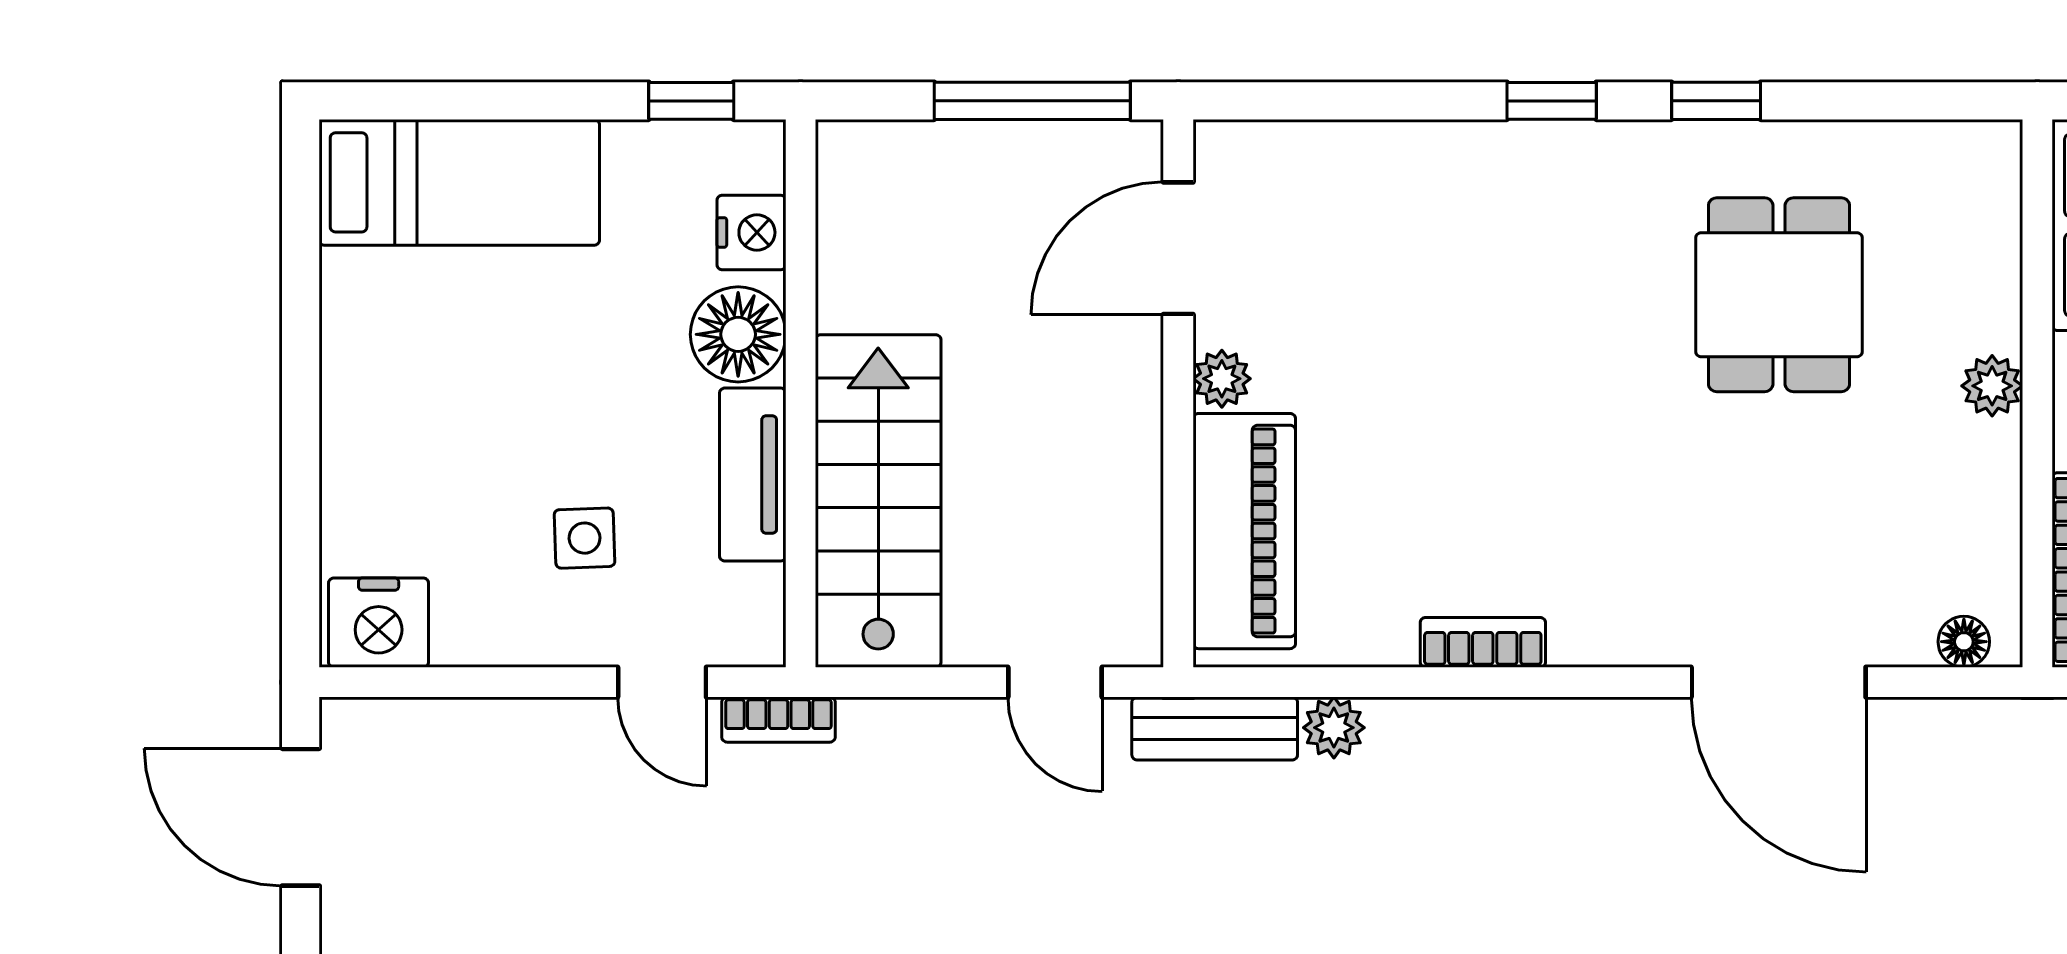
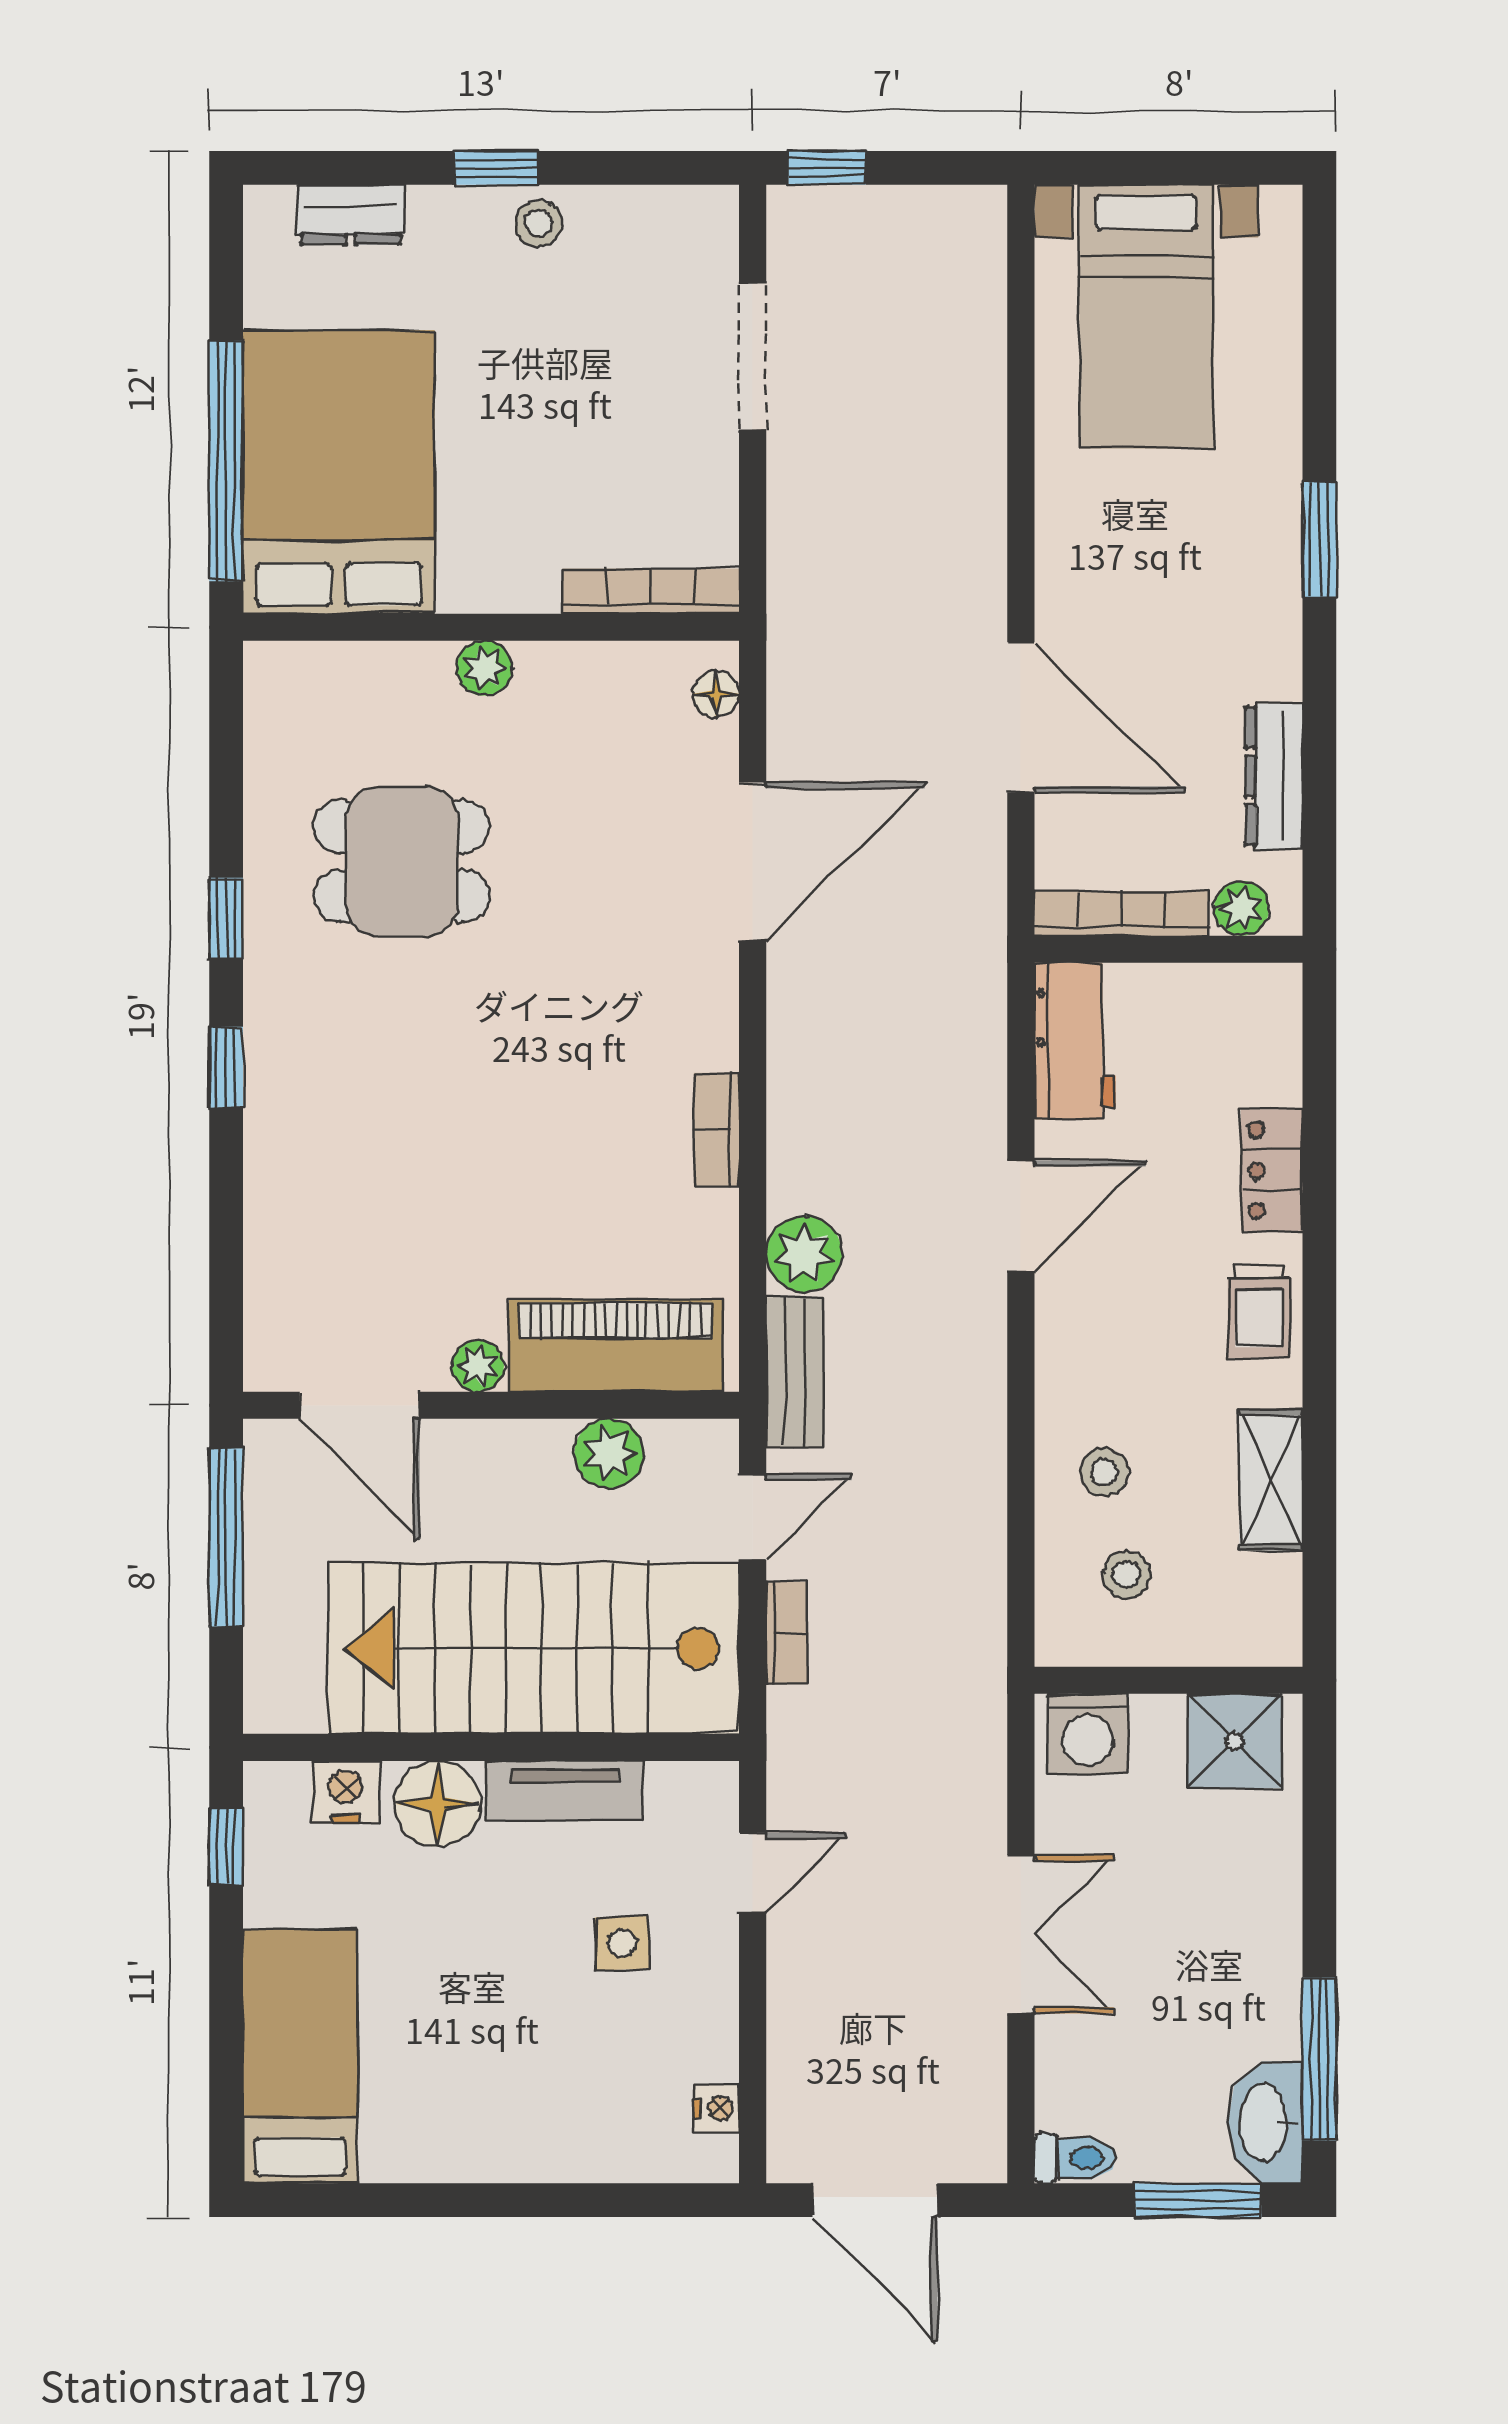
stairs: (878, 501) -> (534, 1648), width x1.36, depth x1.51
plant: (1125, 524) -> (609, 1453), added
nightstand: (379, 623) -> (717, 2108), width x0.53, depth x0.56
bookcase: (778, 720) -> (787, 1633), moved
plant: (1334, 728) -> (804, 1254), width x1.38, depth x1.38
door: (301, 817) -> (875, 2200), hinge flipped

